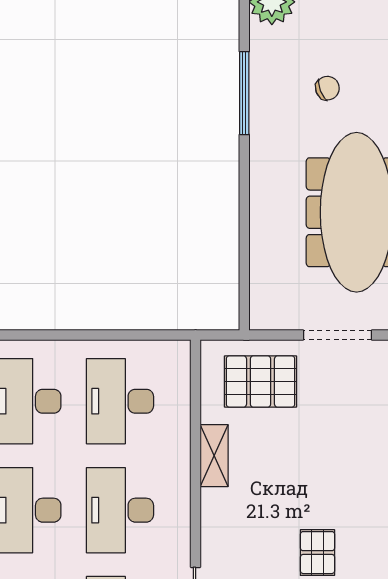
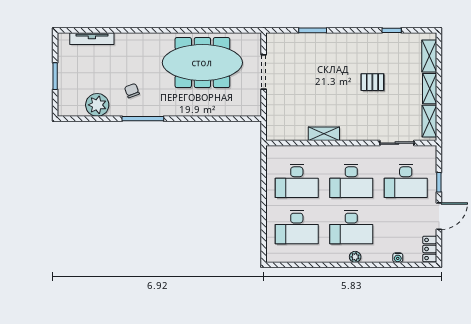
chair: (327, 88) -> (132, 91), moved
pallet: (261, 381) -> (287, 111), removed

